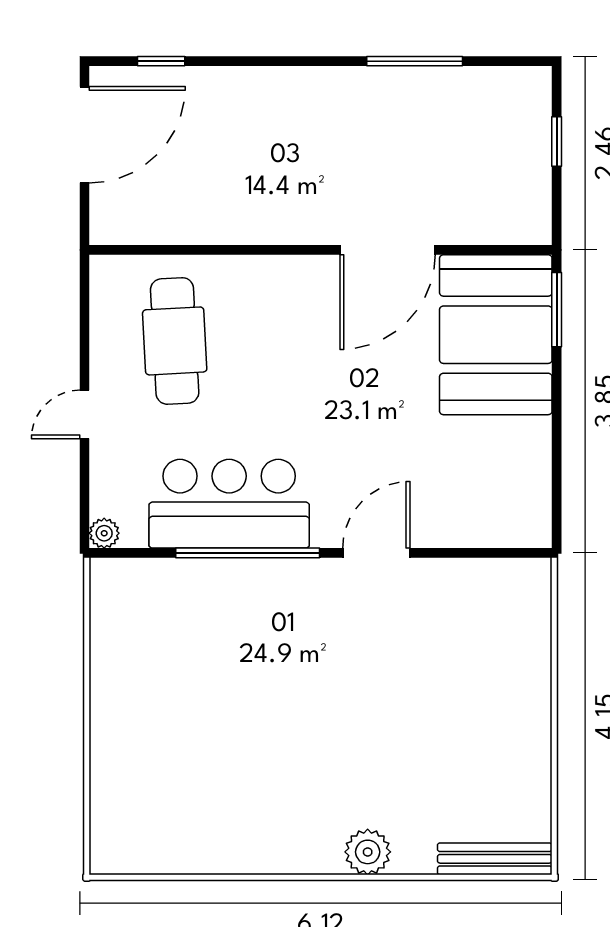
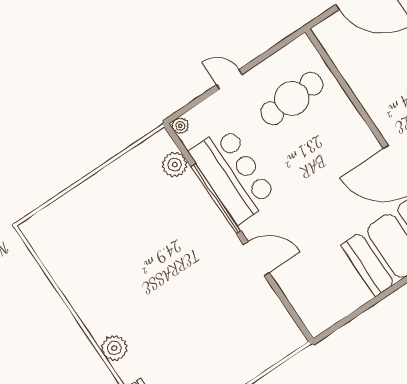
plant: (156, 580) -> (175, 165), added

